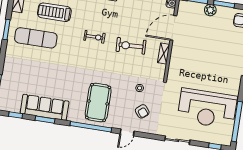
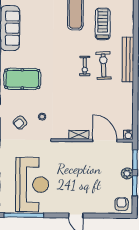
exercise bike: (131, 46) -> (104, 65), moved
reception desk: (207, 108) -> (32, 185), turned 180

